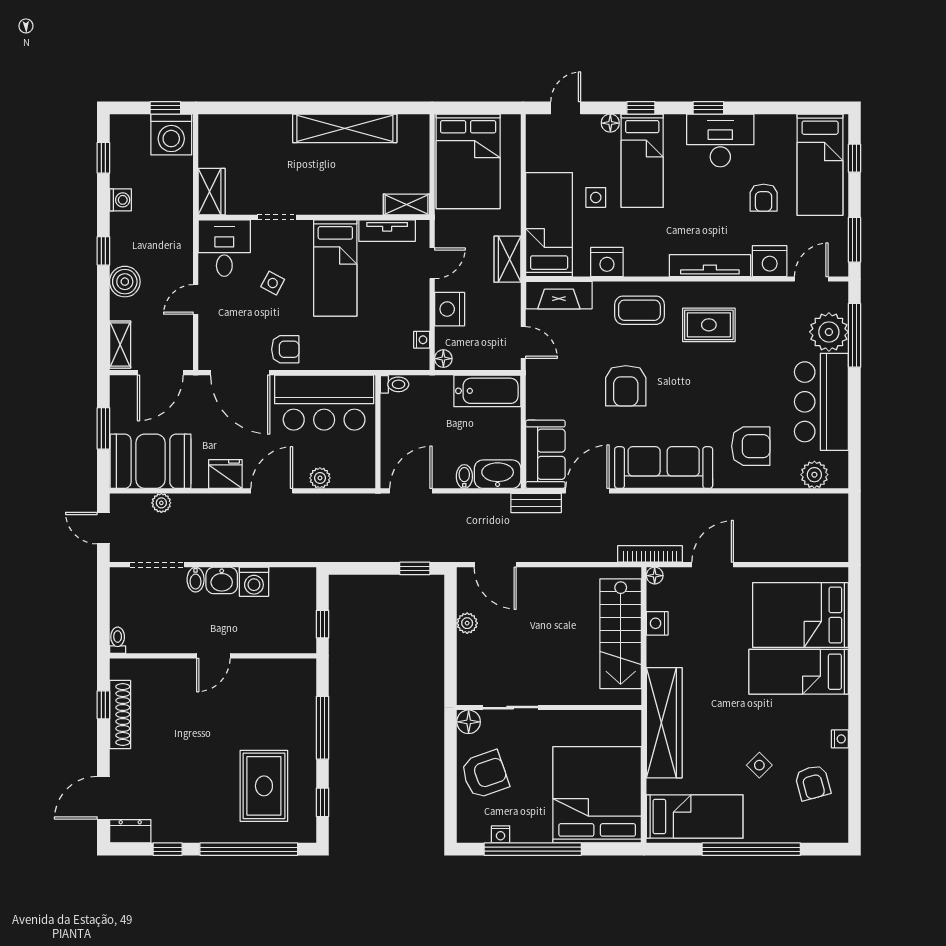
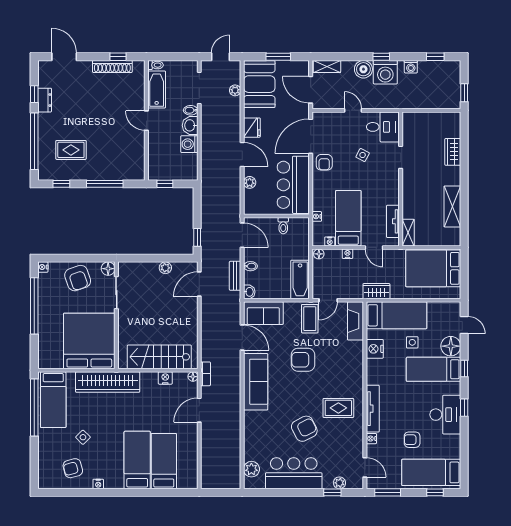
floor lamp: (610, 123) -> (451, 346), width x1.89, depth x1.89
shelving: (345, 128) -> (452, 206), width x0.68
washing machine: (171, 134) -> (385, 72), moved, turned -90
wardrobe: (212, 192) -> (453, 152), moved, turned 90
nightstand: (770, 261) -> (371, 439), width x0.53, depth x0.56
bed: (335, 268) -> (348, 218), moved, turned 90
nightstand: (450, 309) -> (347, 254), width x0.53, depth x0.56
coffee table: (639, 310) -> (310, 319), moved
rug: (709, 325) -> (338, 408), turned 90
plant: (829, 332) -> (339, 483), width x0.53, depth x0.53
window: (854, 335) -> (332, 492), width x0.46
nightstand: (379, 362) -> (317, 216), added
toilet: (395, 384) -> (283, 226), moved
armchair: (751, 446) -> (304, 429), moved, turned -117
washbasin: (498, 474) -> (249, 292), width x0.52, depth x0.69
bench: (536, 503) -> (235, 276), moved
bookcase: (650, 554) -> (205, 374), width x0.64
door: (713, 565) -> (199, 410), swing flipped
bed: (800, 615) -> (164, 461), width x0.67
bathtub: (160, 638) -> (157, 89), added
rug: (264, 786) -> (71, 150), width x0.73, depth x0.70
bed: (597, 795) -> (89, 341), moved, turned -90
dresser: (130, 831) -> (45, 100), moved
nightstand: (501, 834) -> (43, 267), moved
window: (751, 849) -> (34, 407), moved

